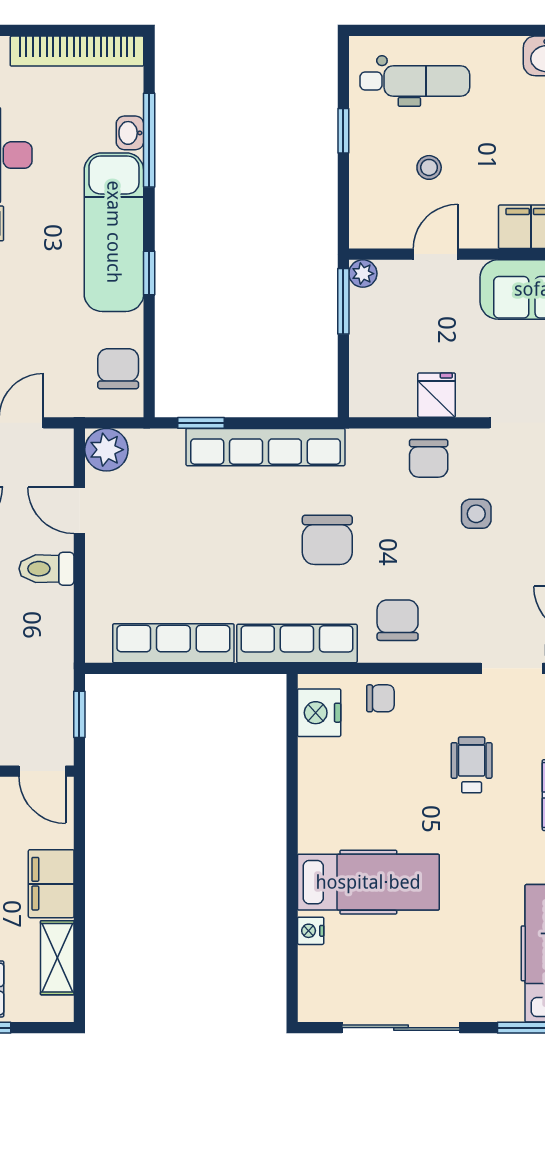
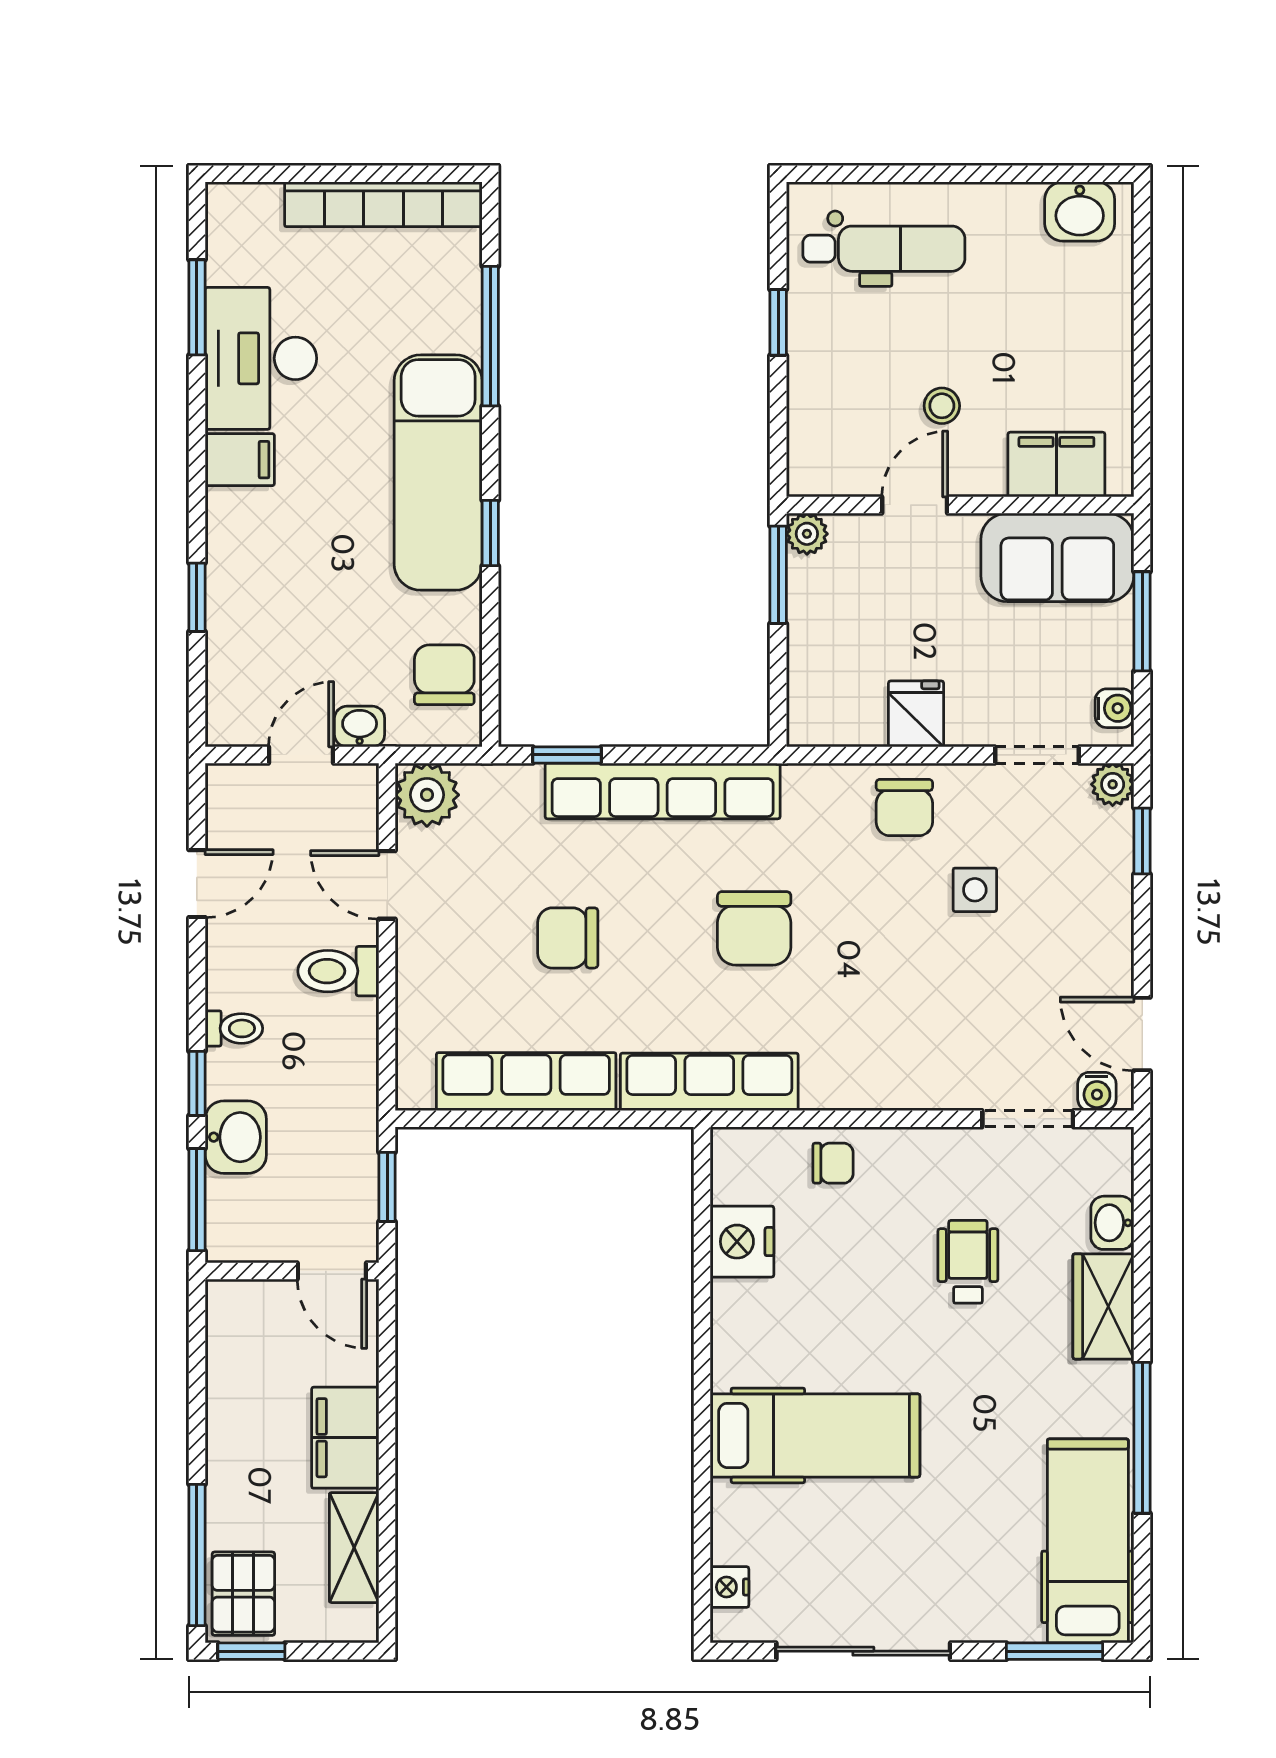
washbasin: (130, 133) -> (360, 726), moved, turned 90
stool: (429, 167) -> (942, 406), moved
chair: (398, 620) -> (568, 938), moved, turned -90
nightstand: (319, 713) -> (742, 1242), moved
nightstand: (311, 931) -> (730, 1587), moved

